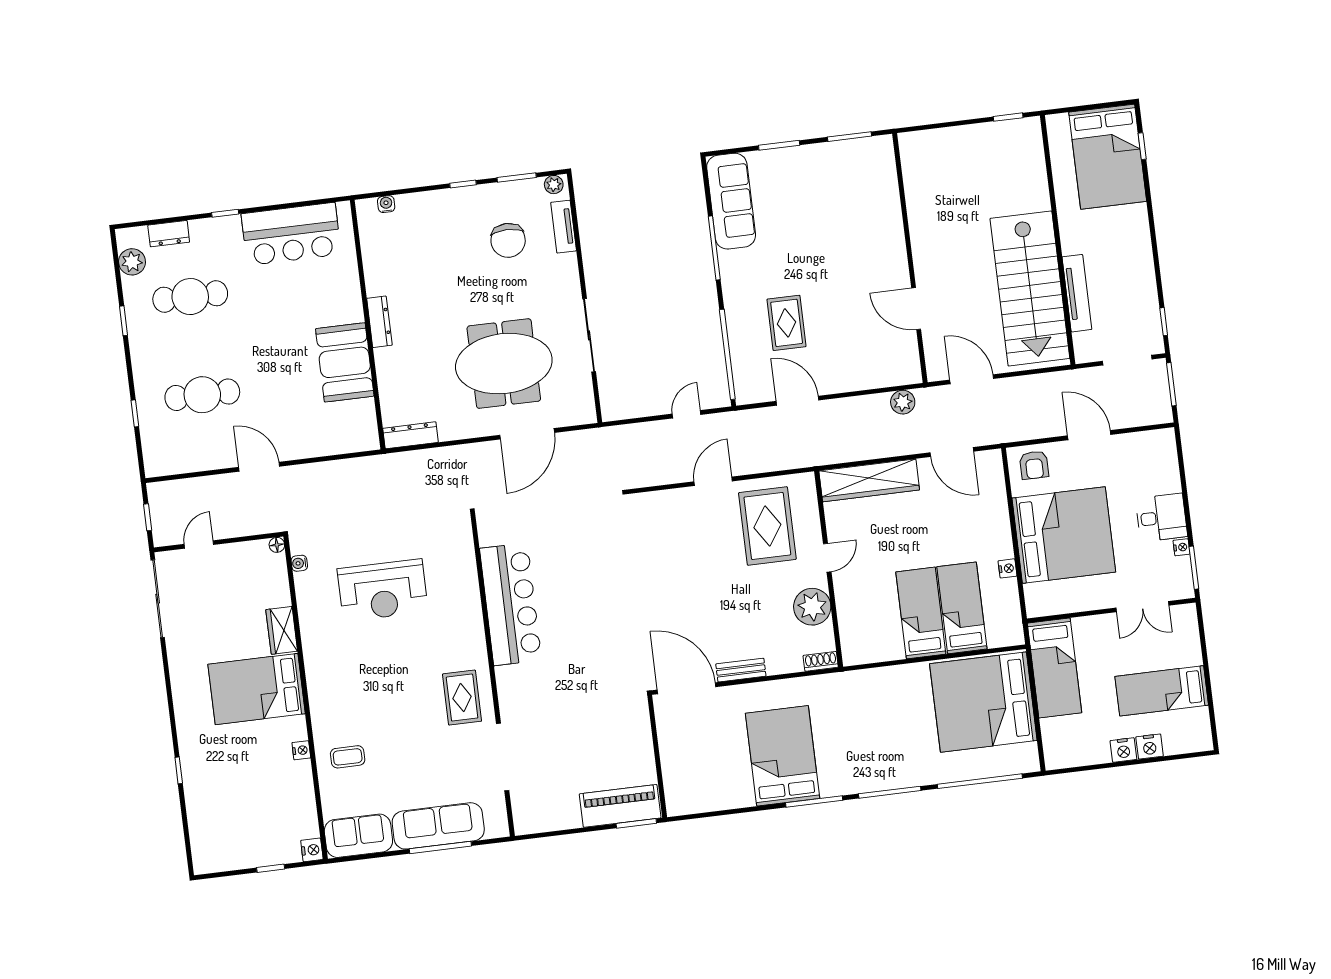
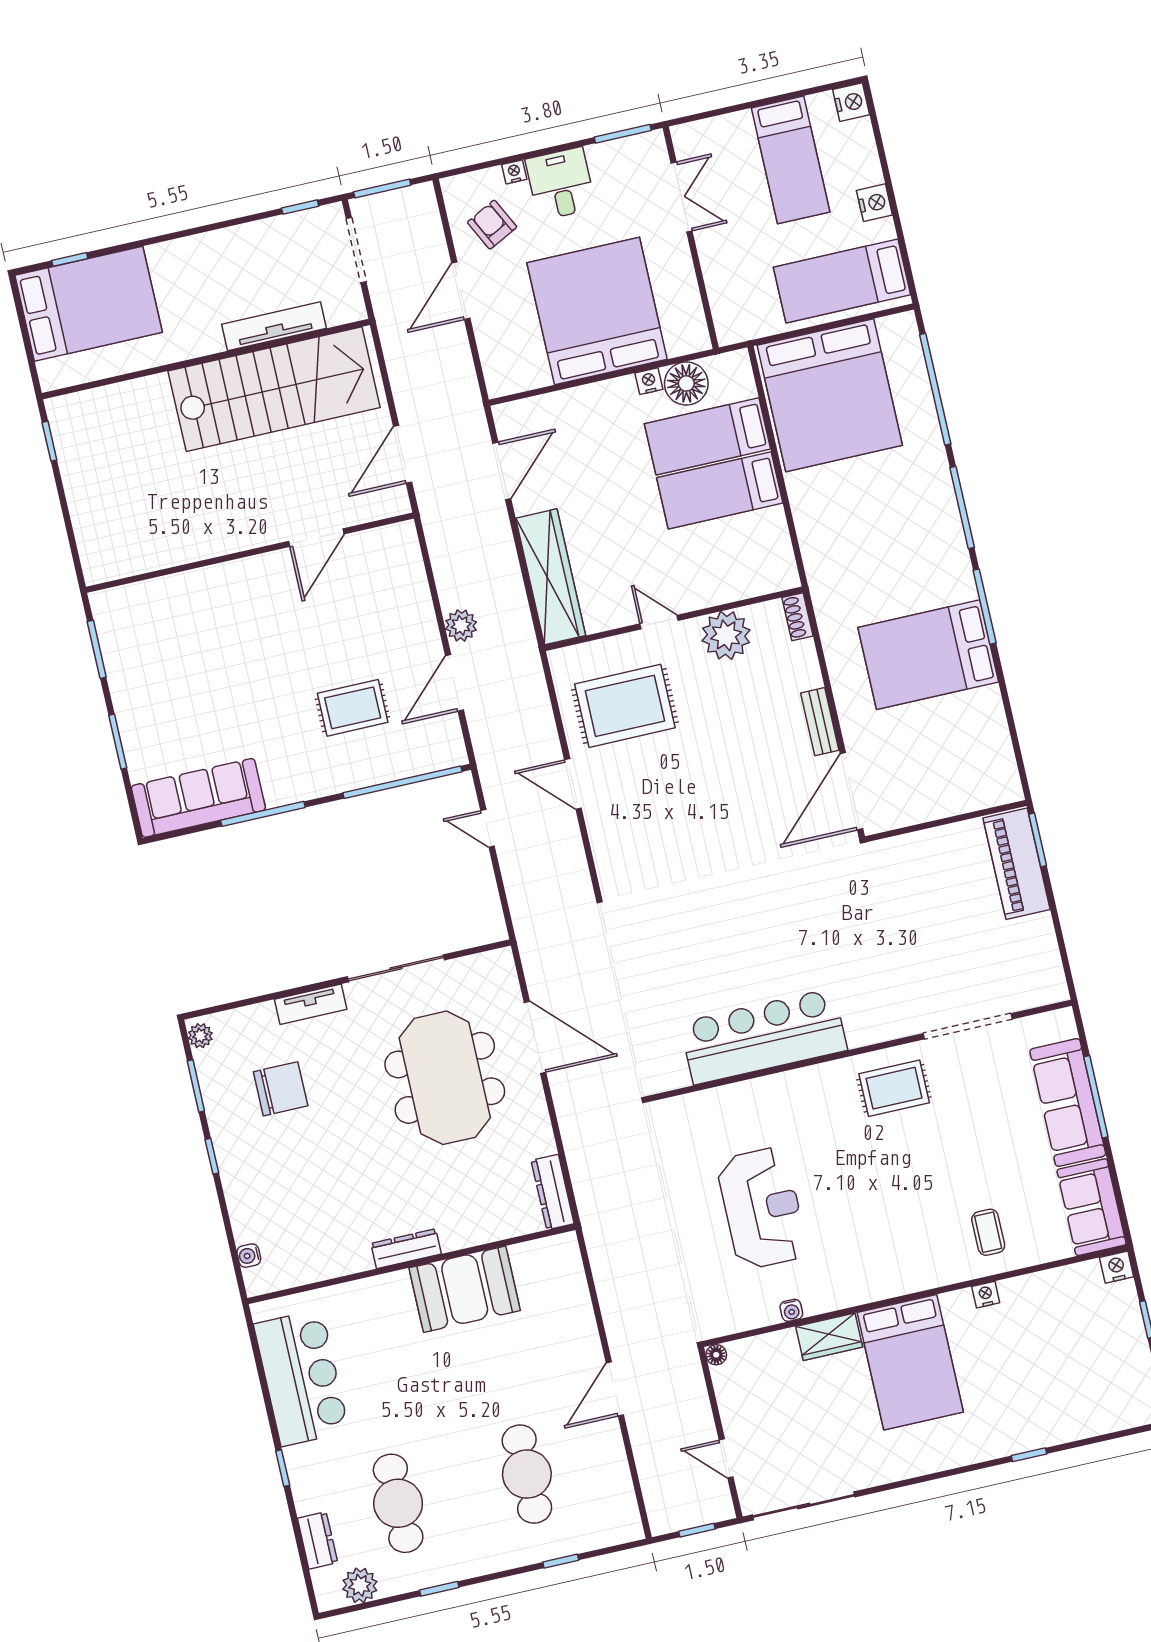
tv unit: (564, 227) -> (311, 1004), moved
plant: (903, 402) -> (461, 625), moved
armchair: (1034, 465) -> (492, 225), moved, turned -117
nightstand: (1181, 547) -> (514, 172), moved
water cooler: (299, 563) -> (791, 1310), moved
floor lamp: (1003, 596) -> (686, 383), added
bed: (1055, 668) -> (842, 281), moved, turned 180
nightstand: (1150, 746) -> (851, 102), moved

